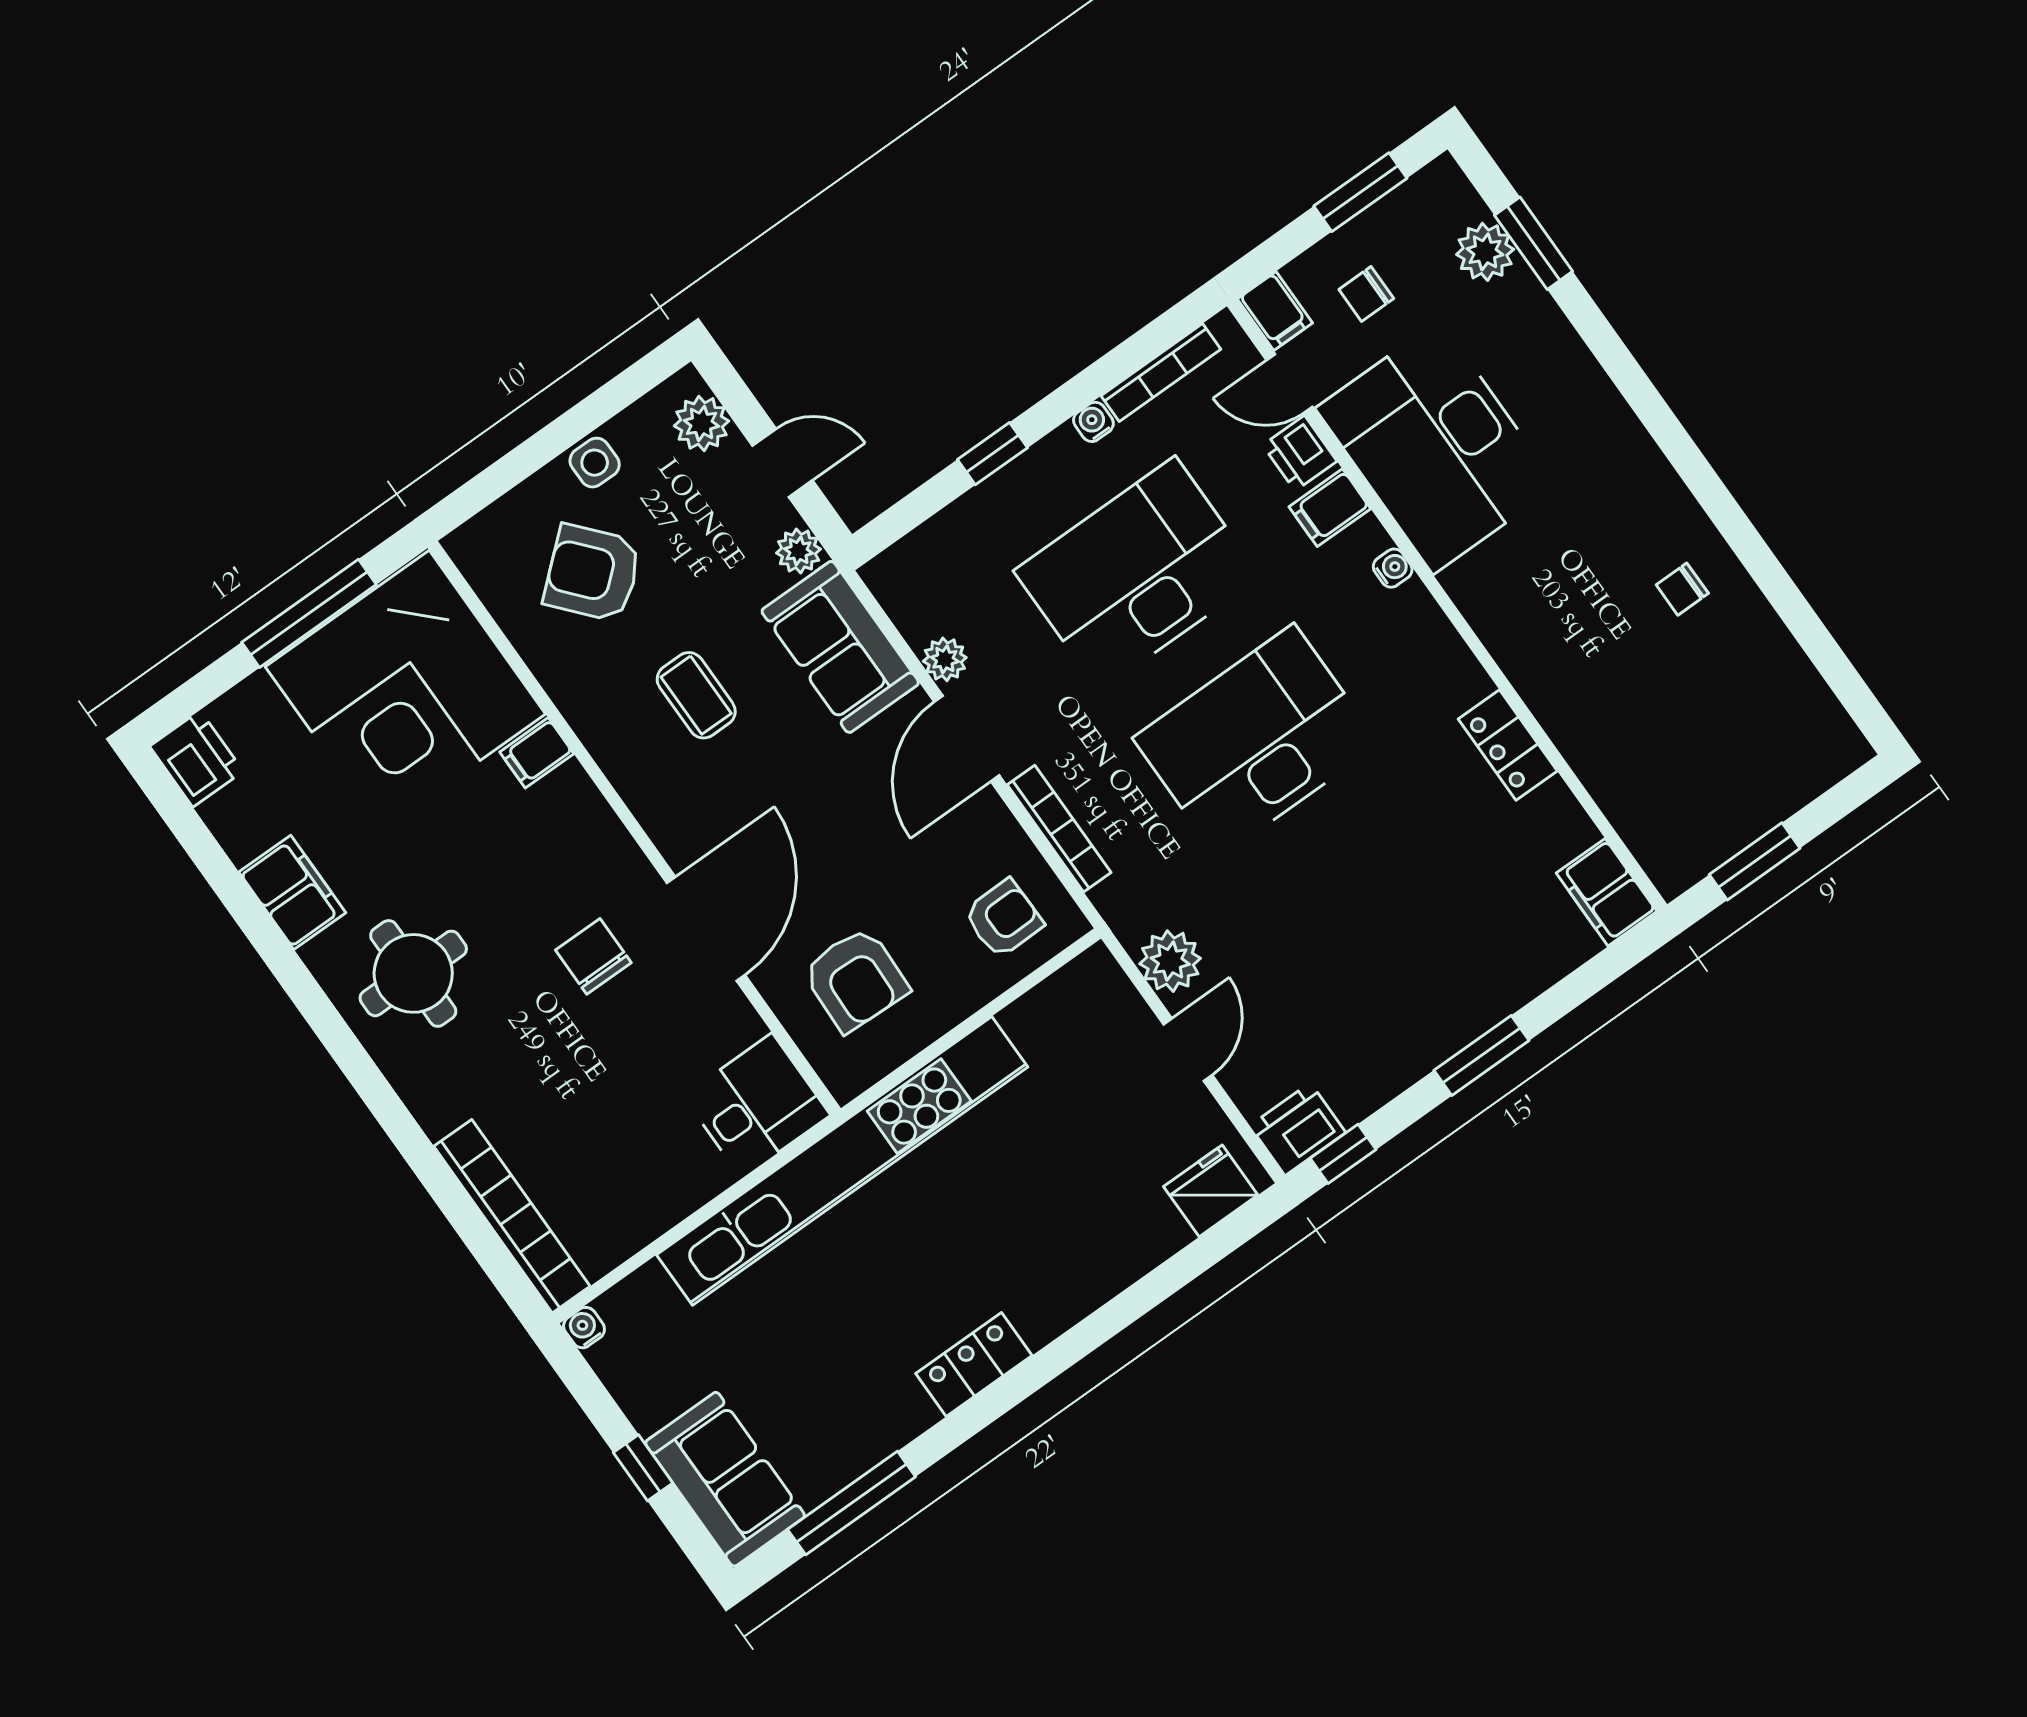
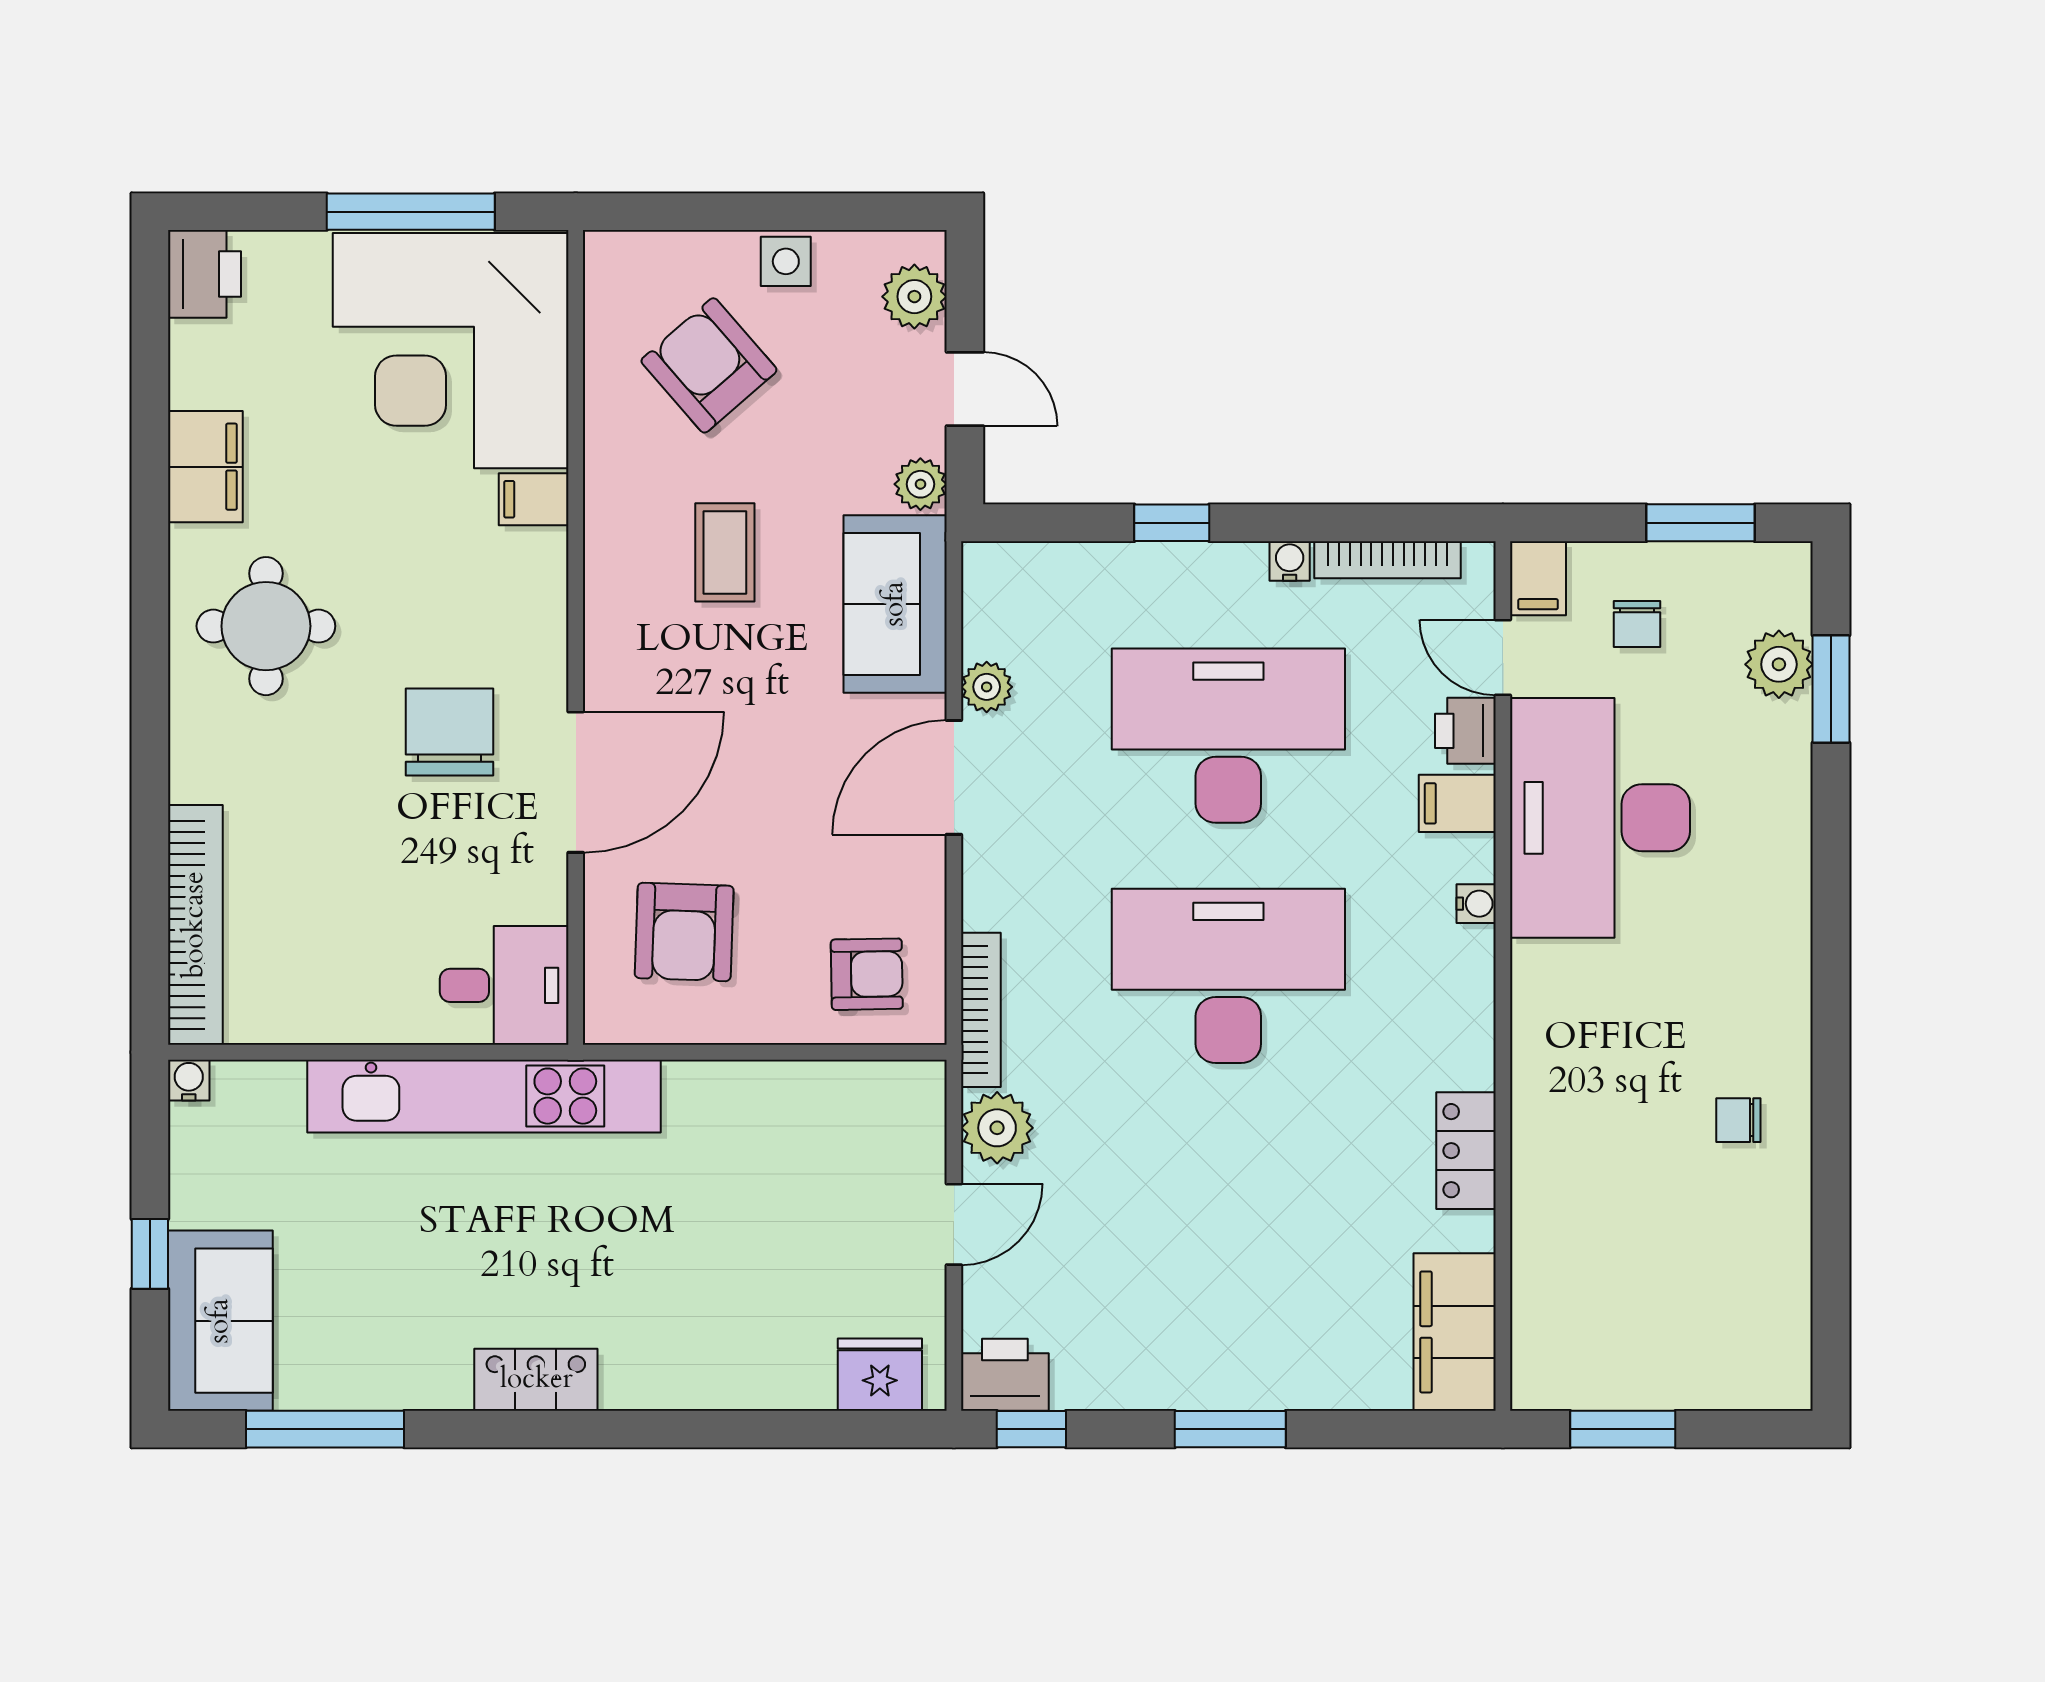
chair: (1366, 294) -> (1637, 624), turned -90
bookcase: (1059, 829) -> (981, 1010), moved
filing cabinet: (1607, 892) -> (1455, 1332), width x1.50, depth x1.17
chair: (593, 956) -> (450, 732), width x1.37, depth x1.37
kitchen unit: (842, 1161) -> (484, 1096), width x0.73

